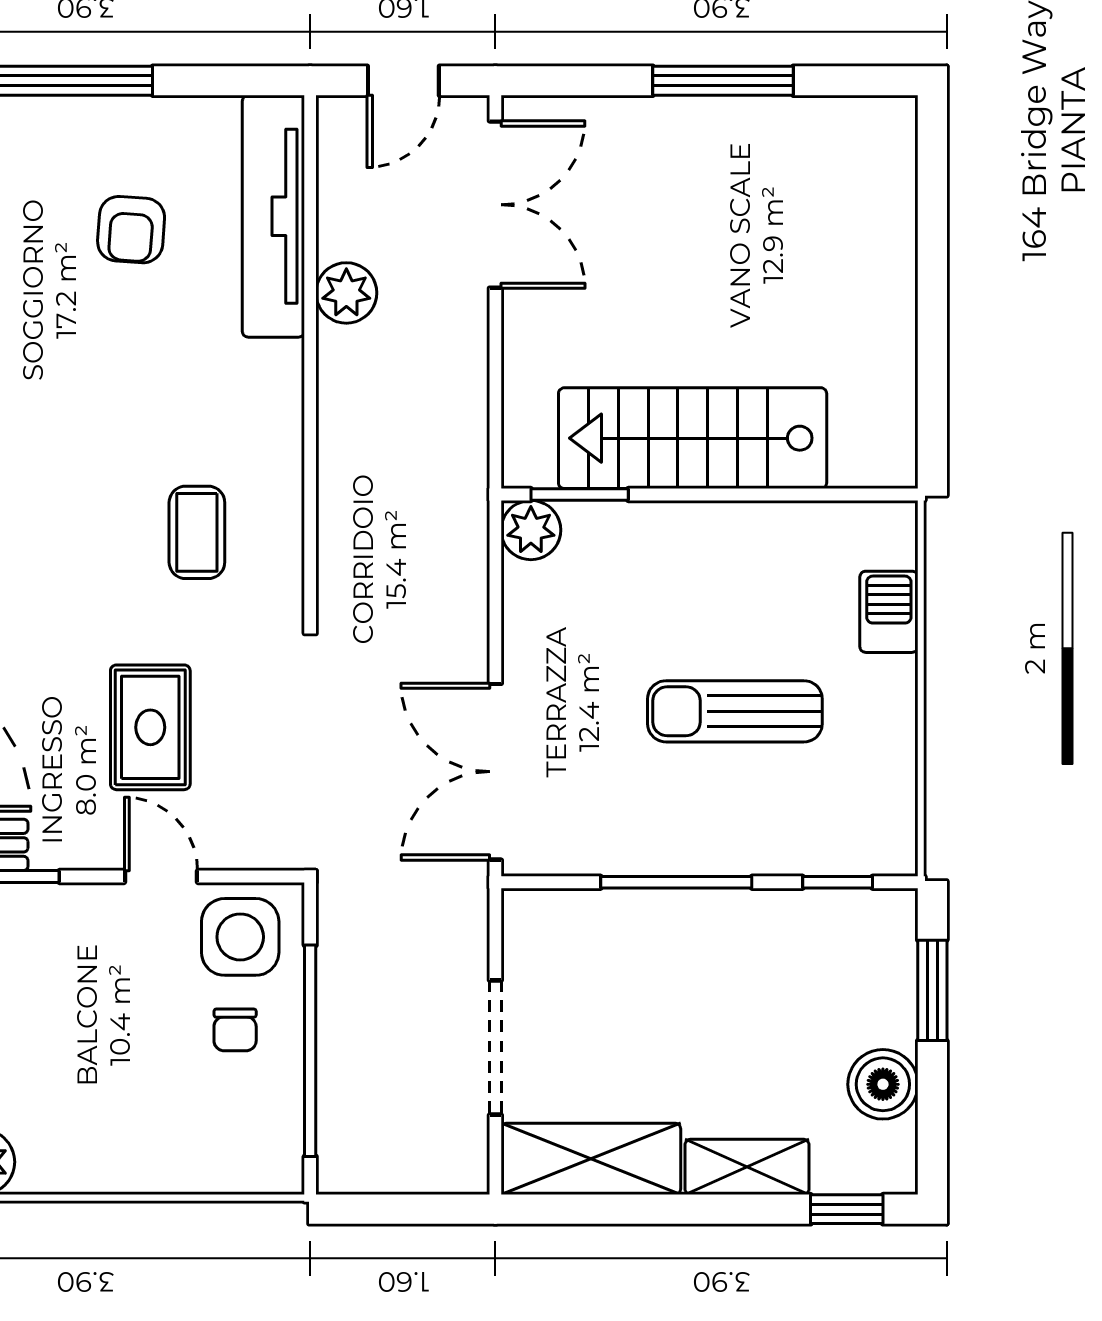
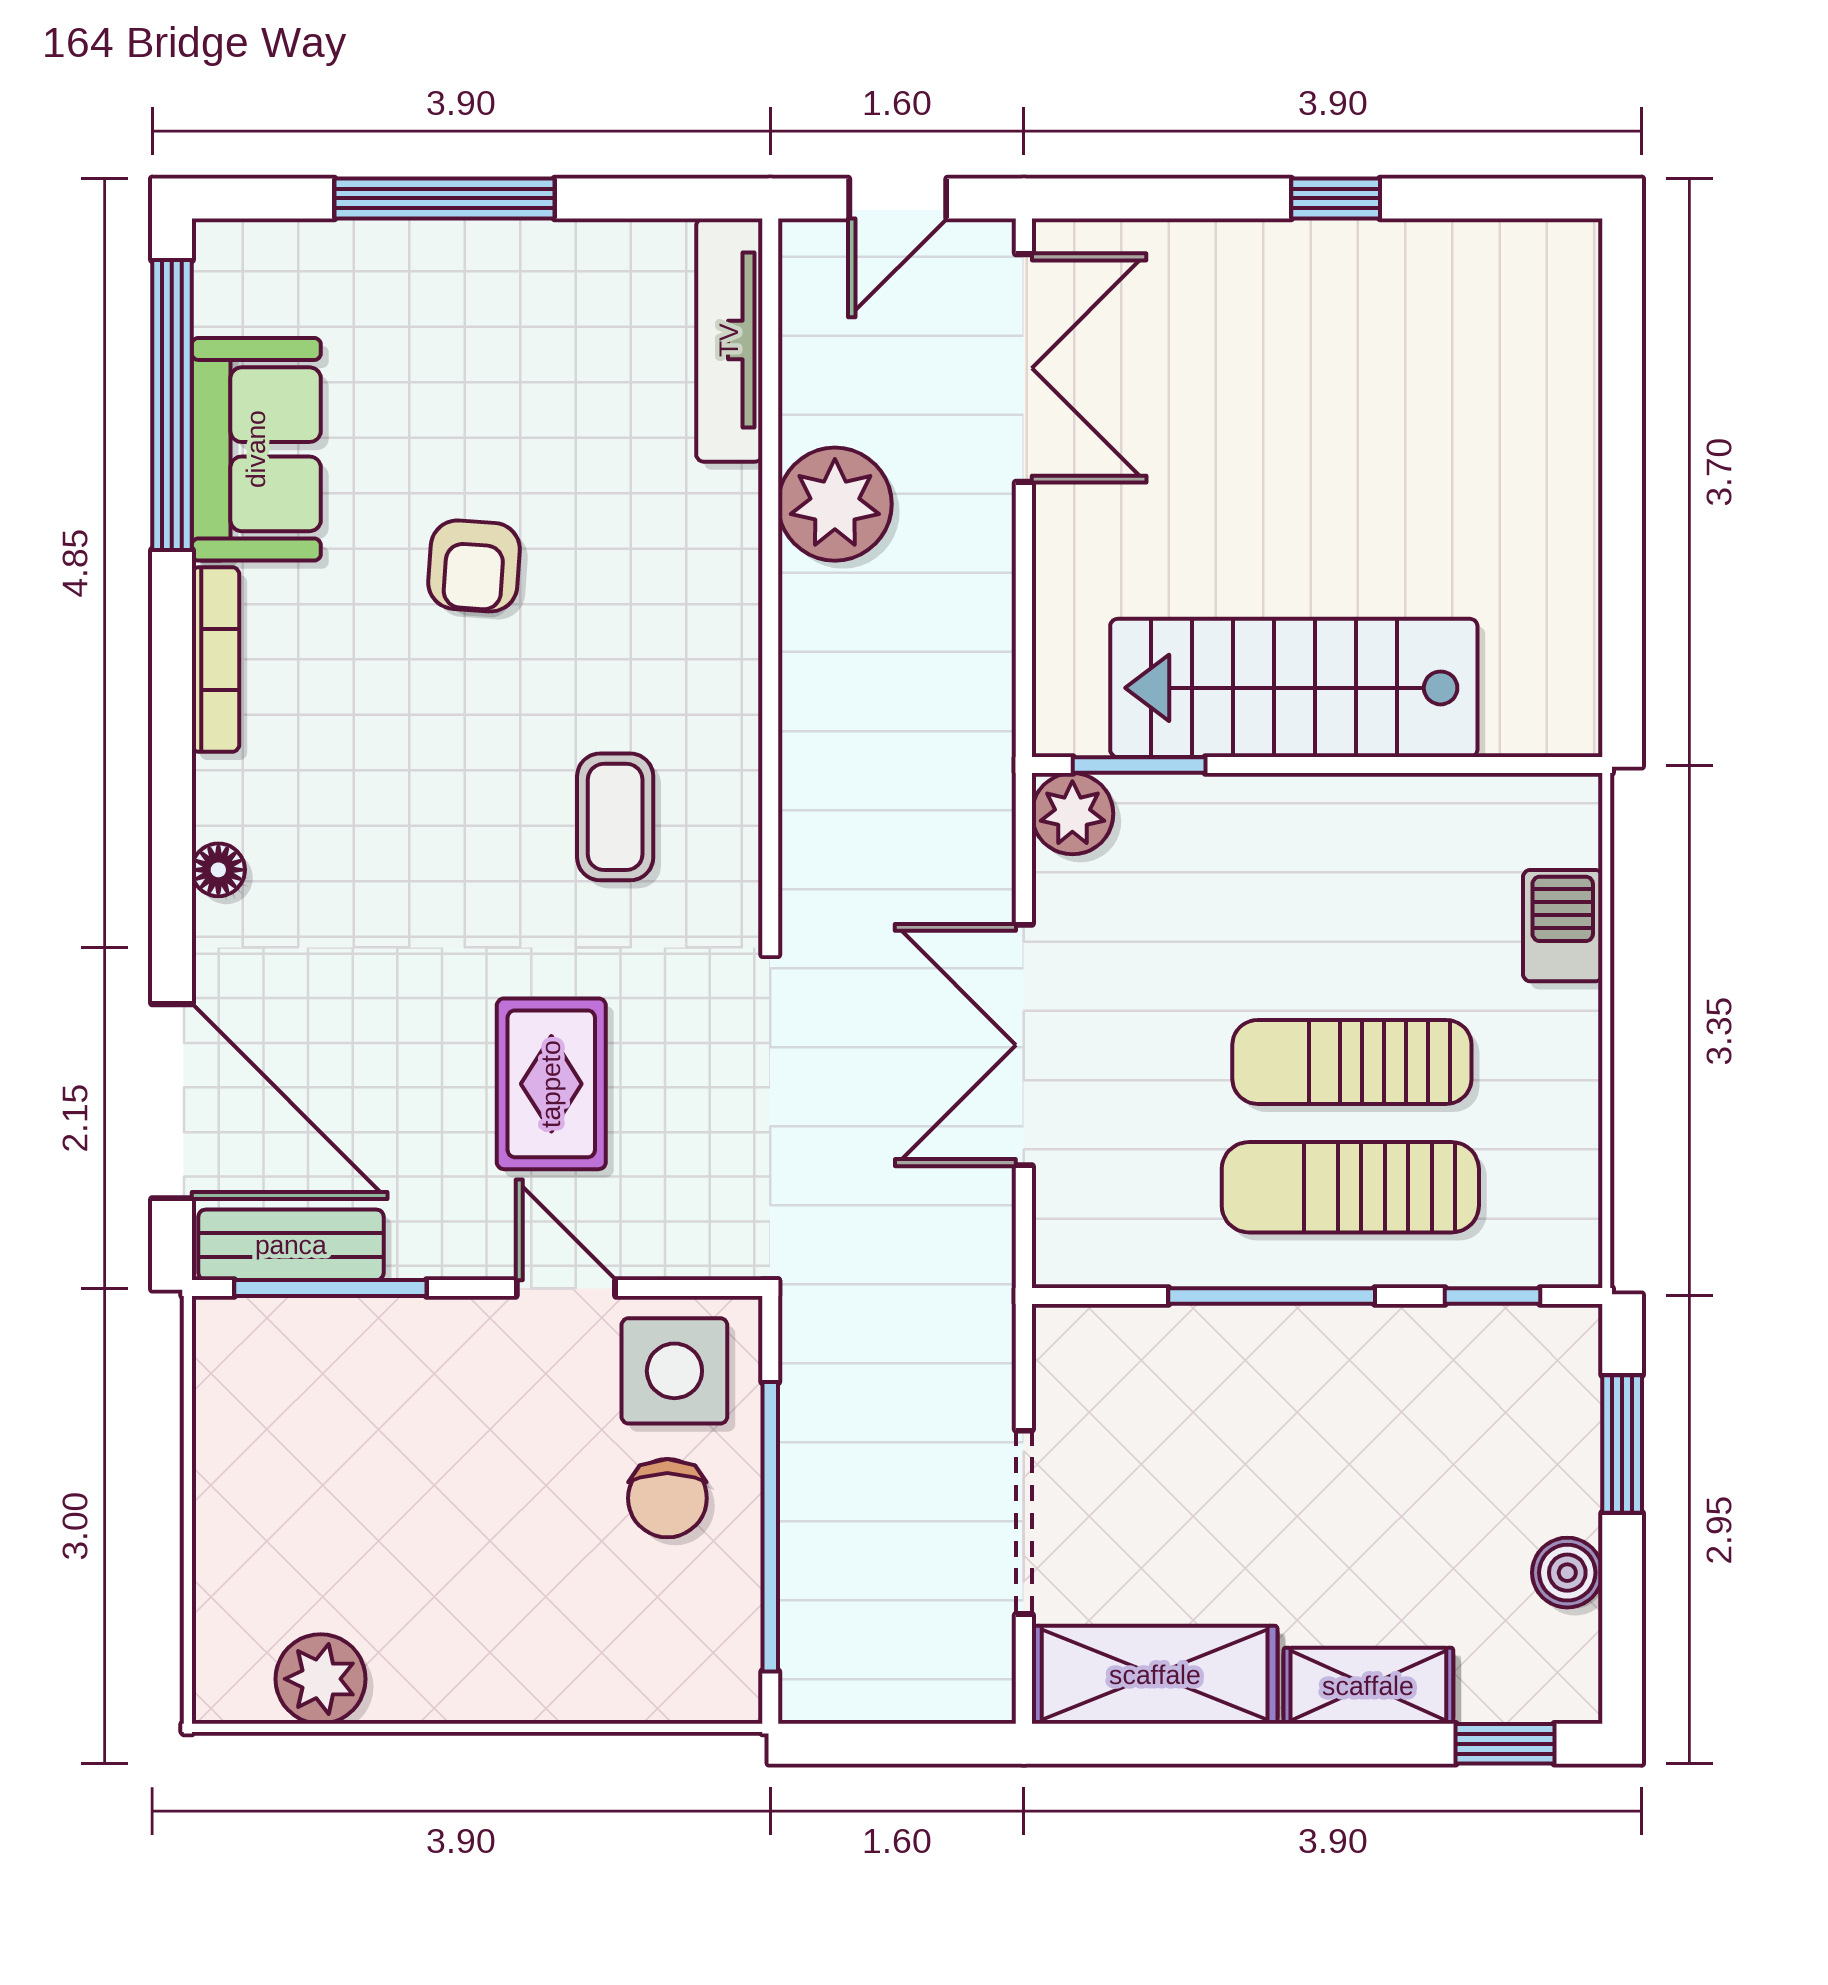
window: (723, 81) -> (1336, 198), width x0.46
tv unit: (273, 216) -> (729, 340), width x0.73, depth x0.78
armchair: (131, 230) -> (474, 566), moved
plant: (346, 293) -> (835, 504), width x1.36, depth x1.36
double door: (495, 772) -> (1024, 1045), moved
sun lounger: (734, 803) -> (1350, 1187), added
chair: (235, 1030) -> (667, 1498), width x1.37, depth x1.37
boiler: (883, 1084) -> (1567, 1573), width x0.73, depth x0.73

